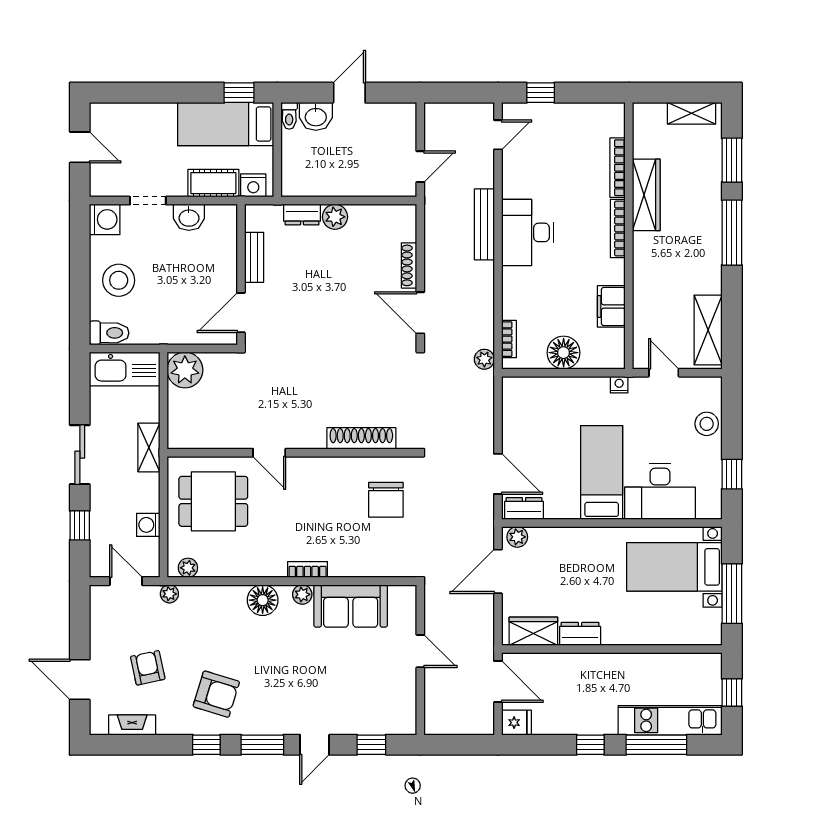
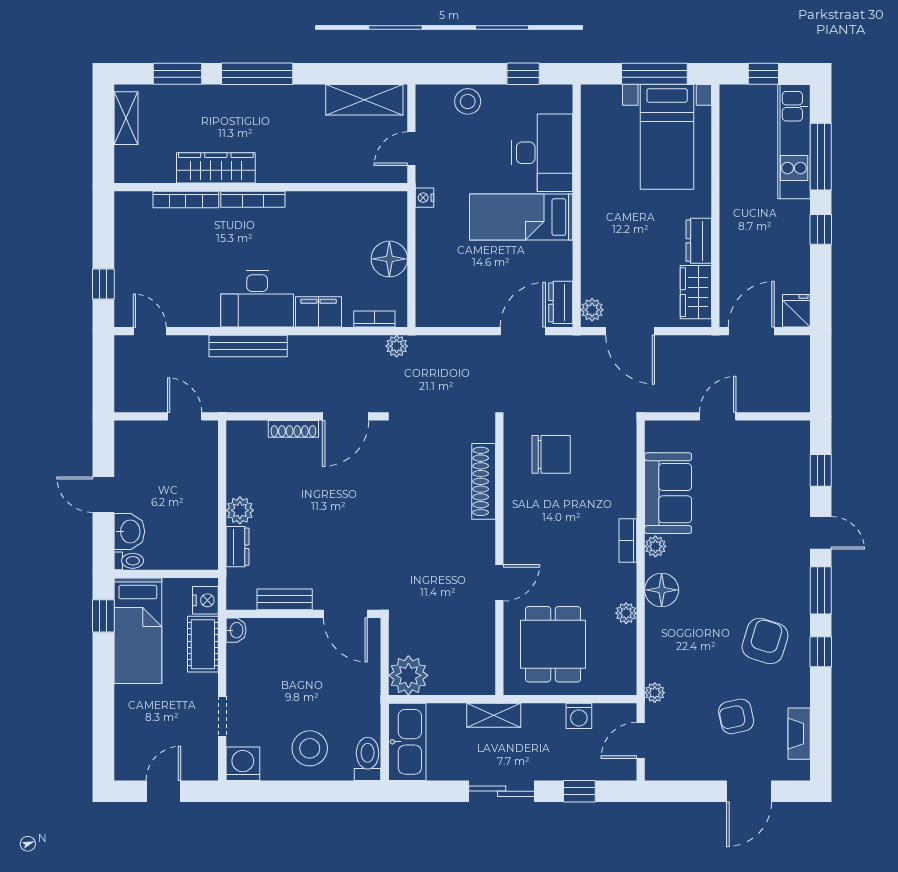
washbasin: (189, 217) -> (236, 630), moved, width x0.72, depth x0.69
filing cabinet: (611, 306) -> (318, 312), moved, turned 180
bed with nightstands: (674, 567) -> (667, 137), moved
plant: (188, 568) -> (626, 613), moved

